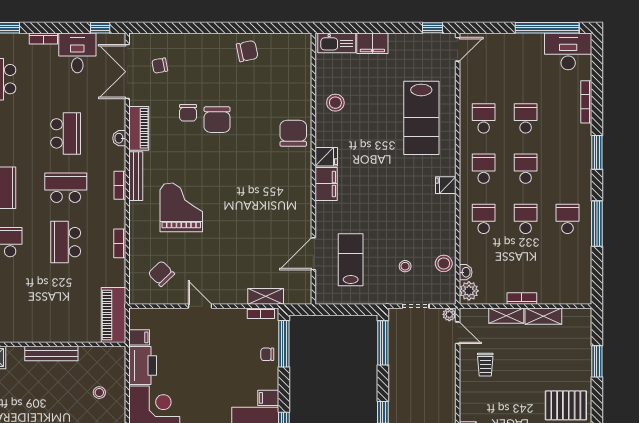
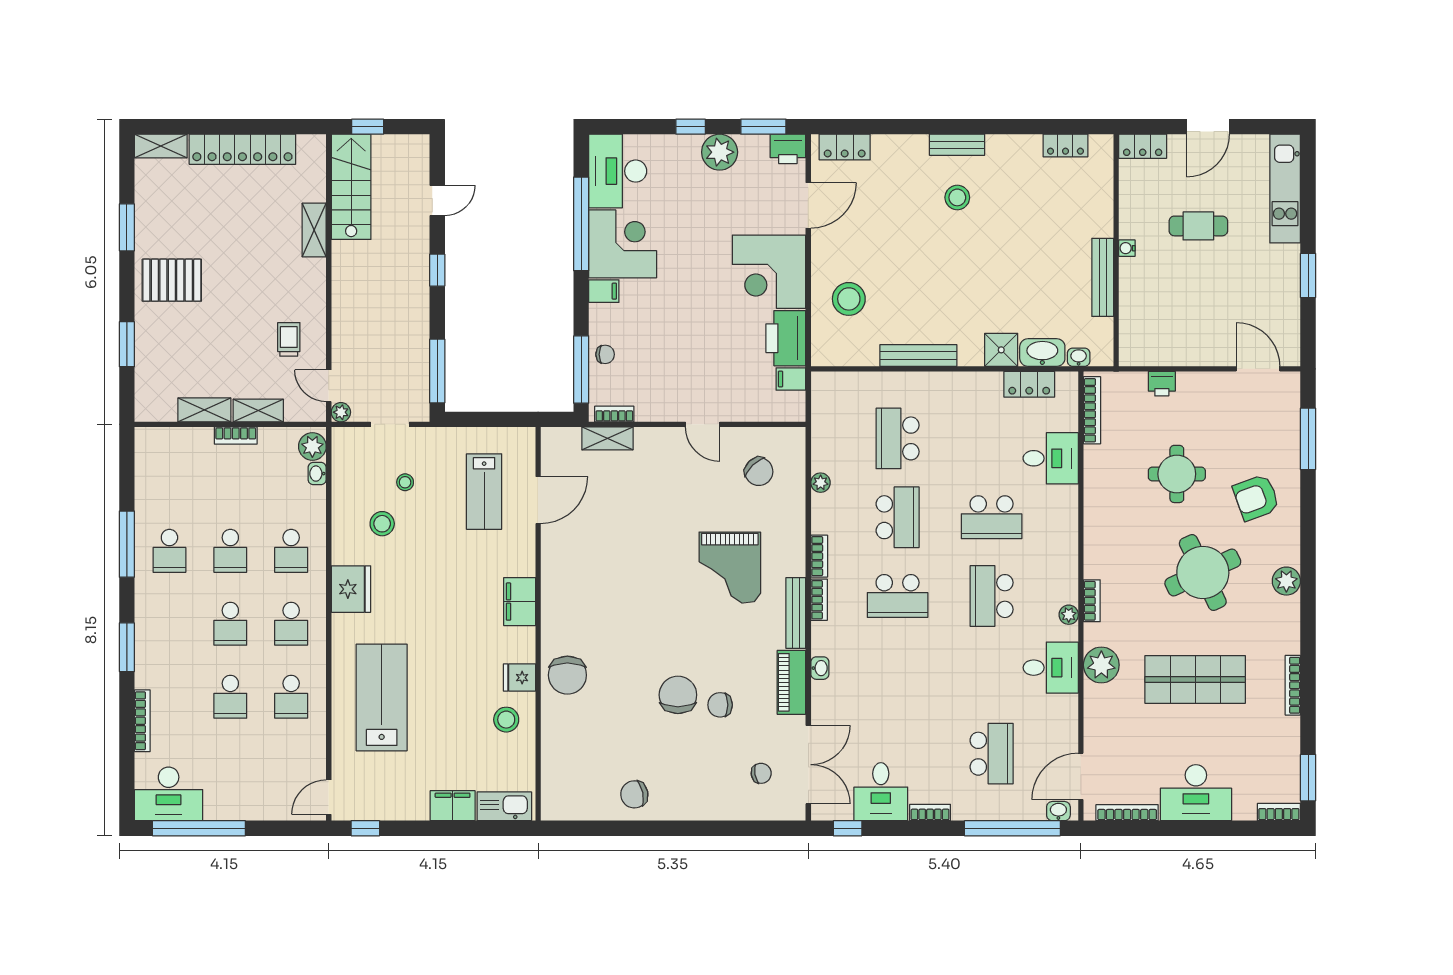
chair: (188, 113) -> (720, 705), turned -90
school desk: (66, 133) -> (898, 438), moved
fridge: (326, 157) -> (520, 678), moved
fridge: (446, 185) -> (351, 589), width x1.88, depth x1.34
bookcase: (120, 243) -> (819, 556), moved
stool: (444, 263) -> (382, 524), moved
plant: (119, 266) -> (821, 483), added
piano: (113, 315) -> (828, 412), removed
stool: (99, 393) -> (849, 299), width x1.89, depth x1.89

